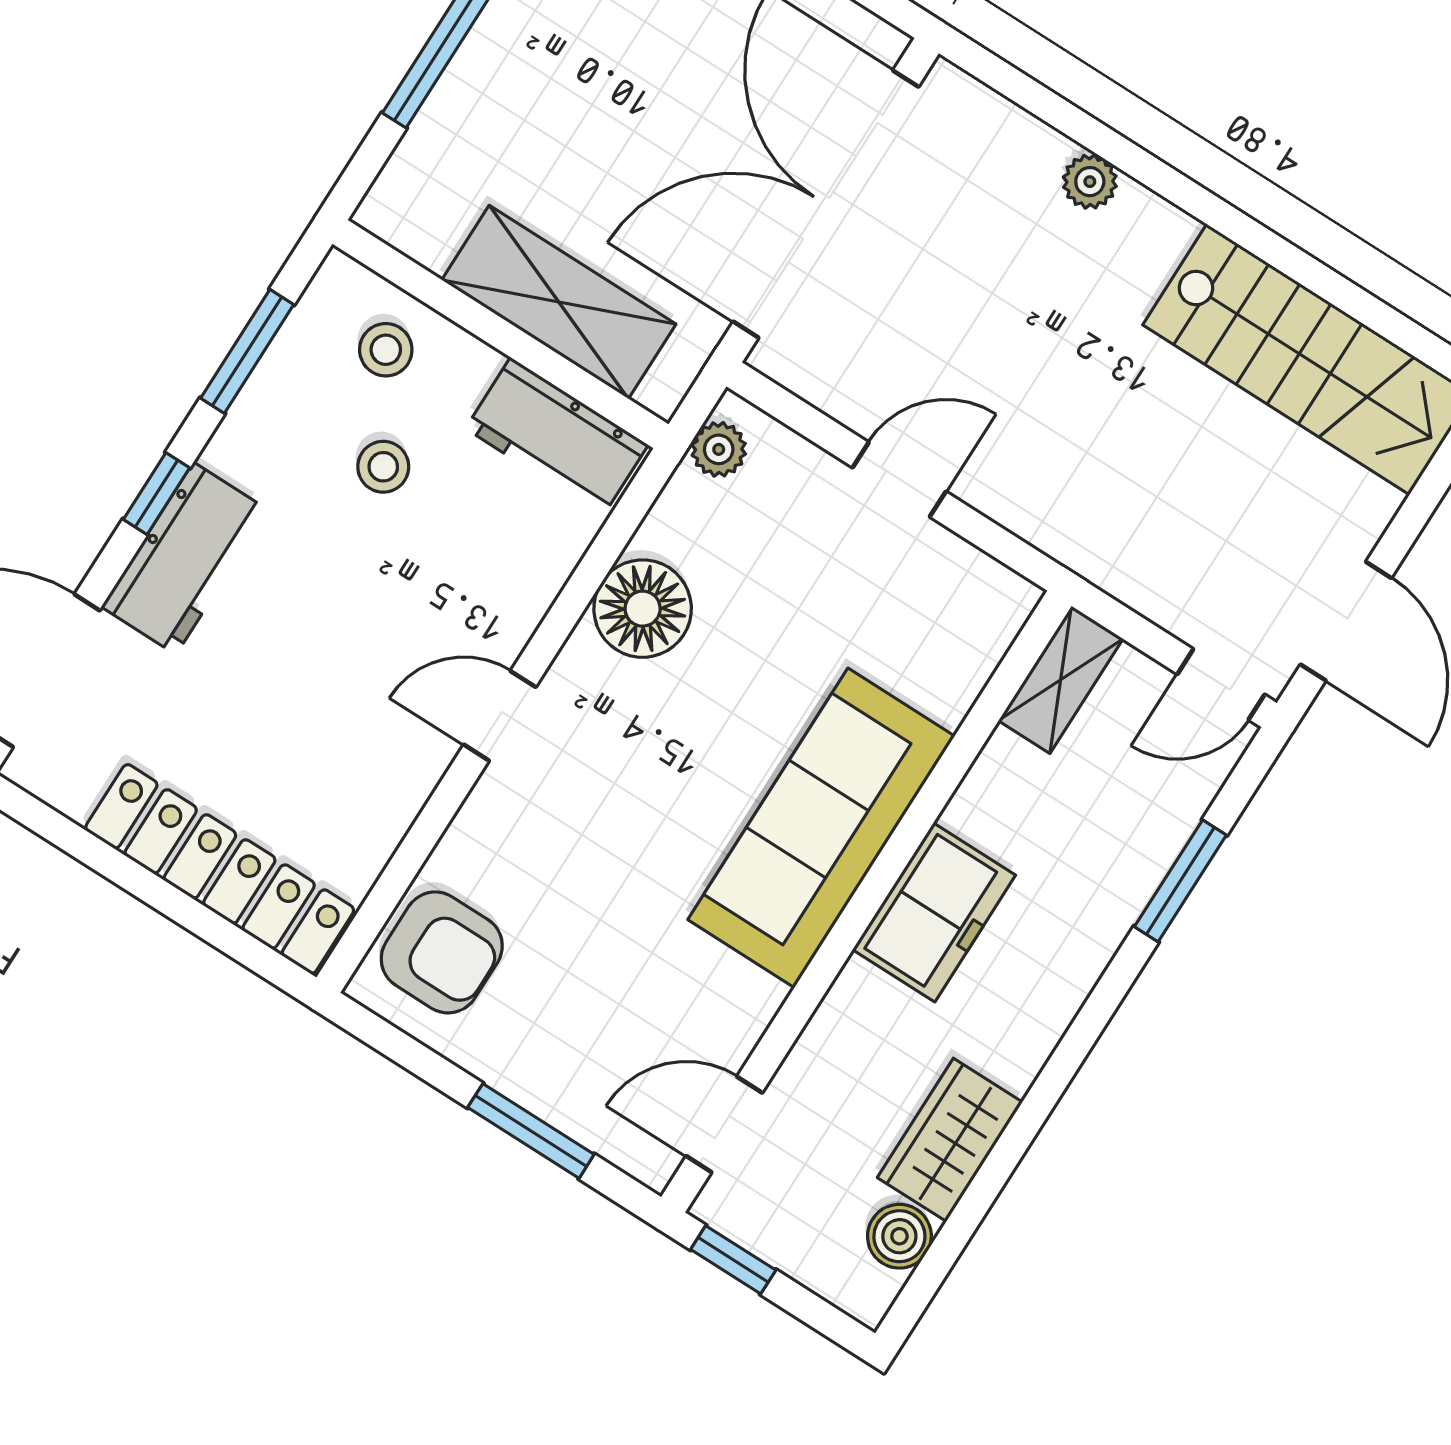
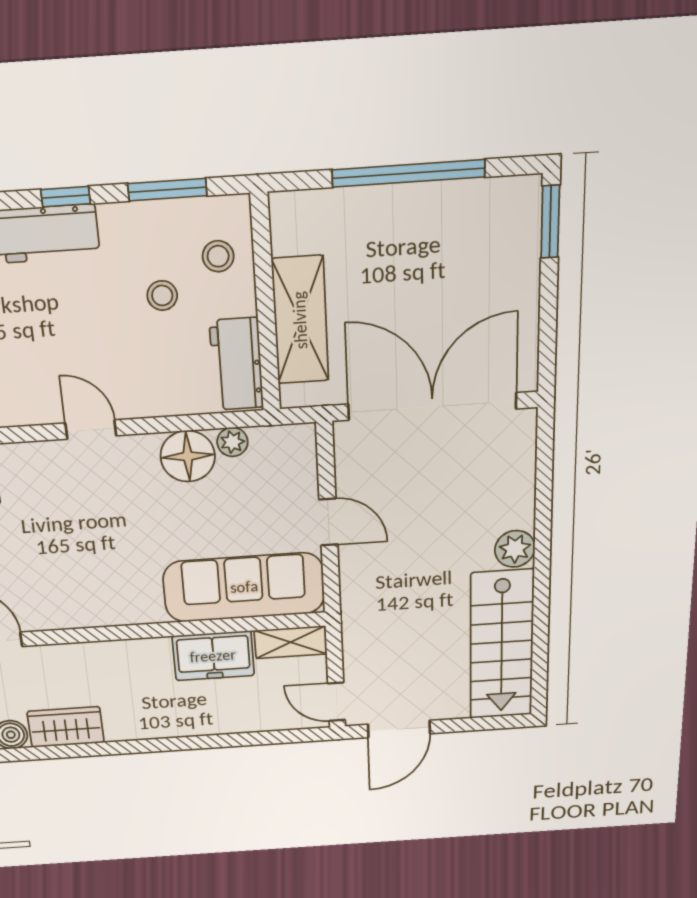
plant: (1090, 182) -> (515, 549), moved, width x1.38, depth x1.38
plant: (719, 449) -> (232, 442), moved
sofa: (821, 828) -> (244, 587), moved
window: (1180, 881) -> (243, 739), removed
freezer: (934, 912) -> (213, 656), moved

